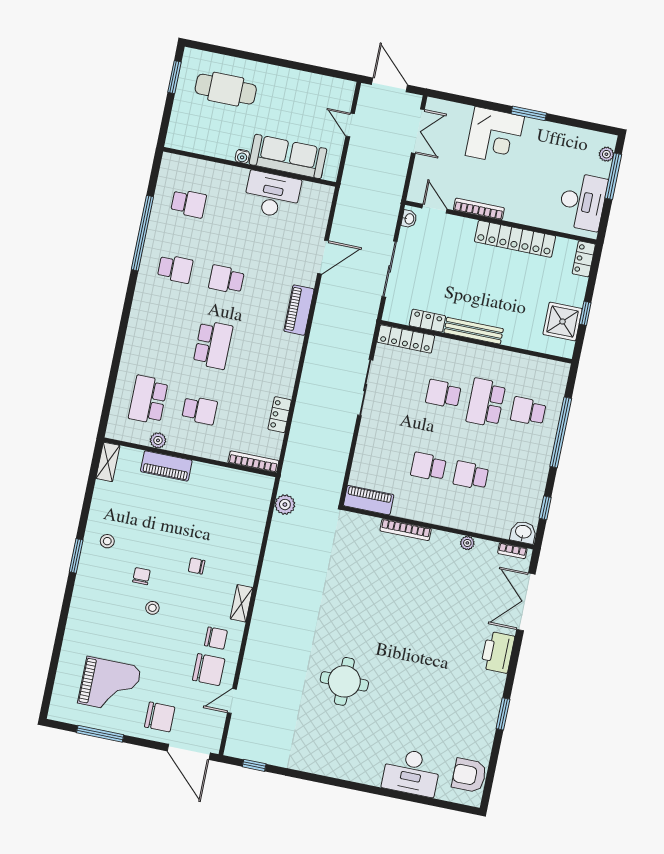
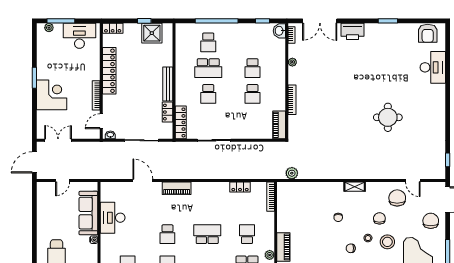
chair: (216, 638) -> (379, 218), moved
stool: (140, 639) -> (387, 242), added

